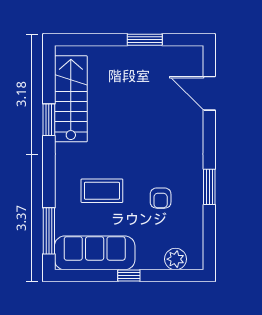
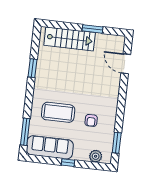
stairs: (71, 99) -> (70, 39), moved, turned 90
window: (209, 187) -> (117, 143), moved
coffee table: (102, 191) -> (58, 112), width x1.36, depth x1.32

